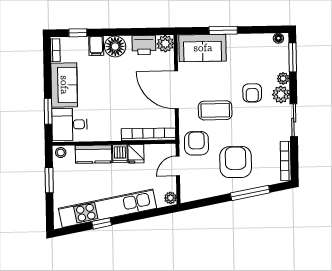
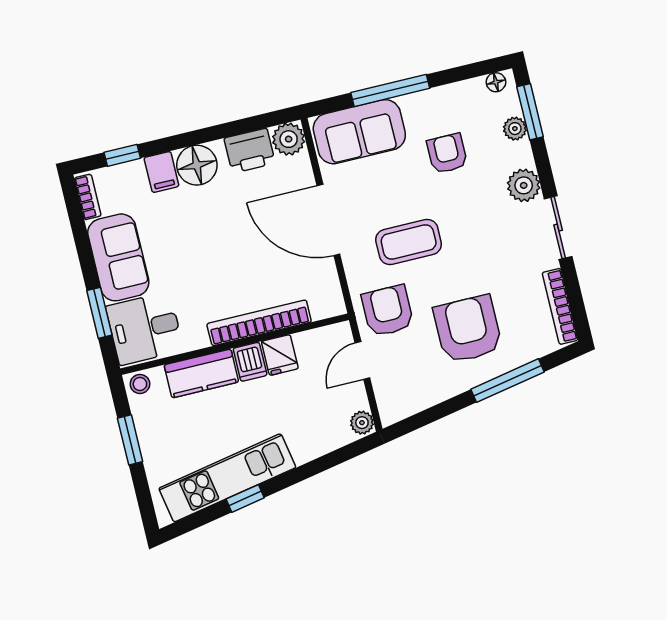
window: (223, 30) -> (390, 90), width x1.44
plant: (283, 78) -> (515, 129), moved
armchair: (252, 93) -> (447, 153), moved, turned 180
bookcase: (148, 134) -> (259, 323), moved
kitchen unit: (107, 208) -> (227, 478), width x0.73

